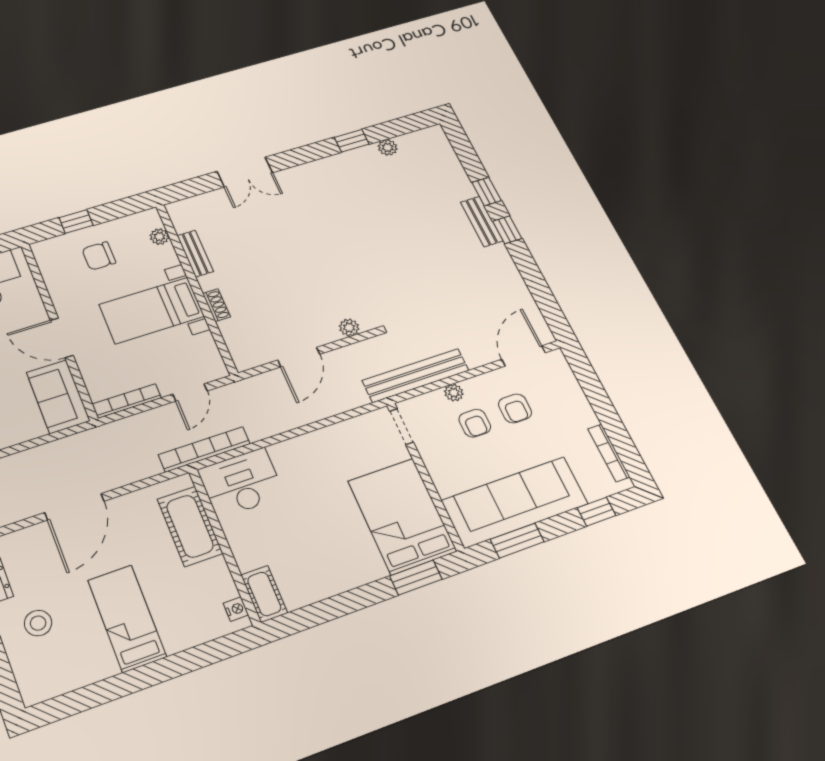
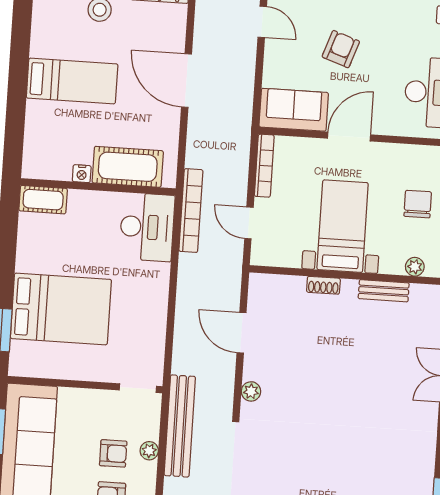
armchair: (475, 423) -> (113, 453), turned 180
bed: (402, 516) -> (61, 309), moved
nightstand: (236, 609) -> (82, 174), moved

